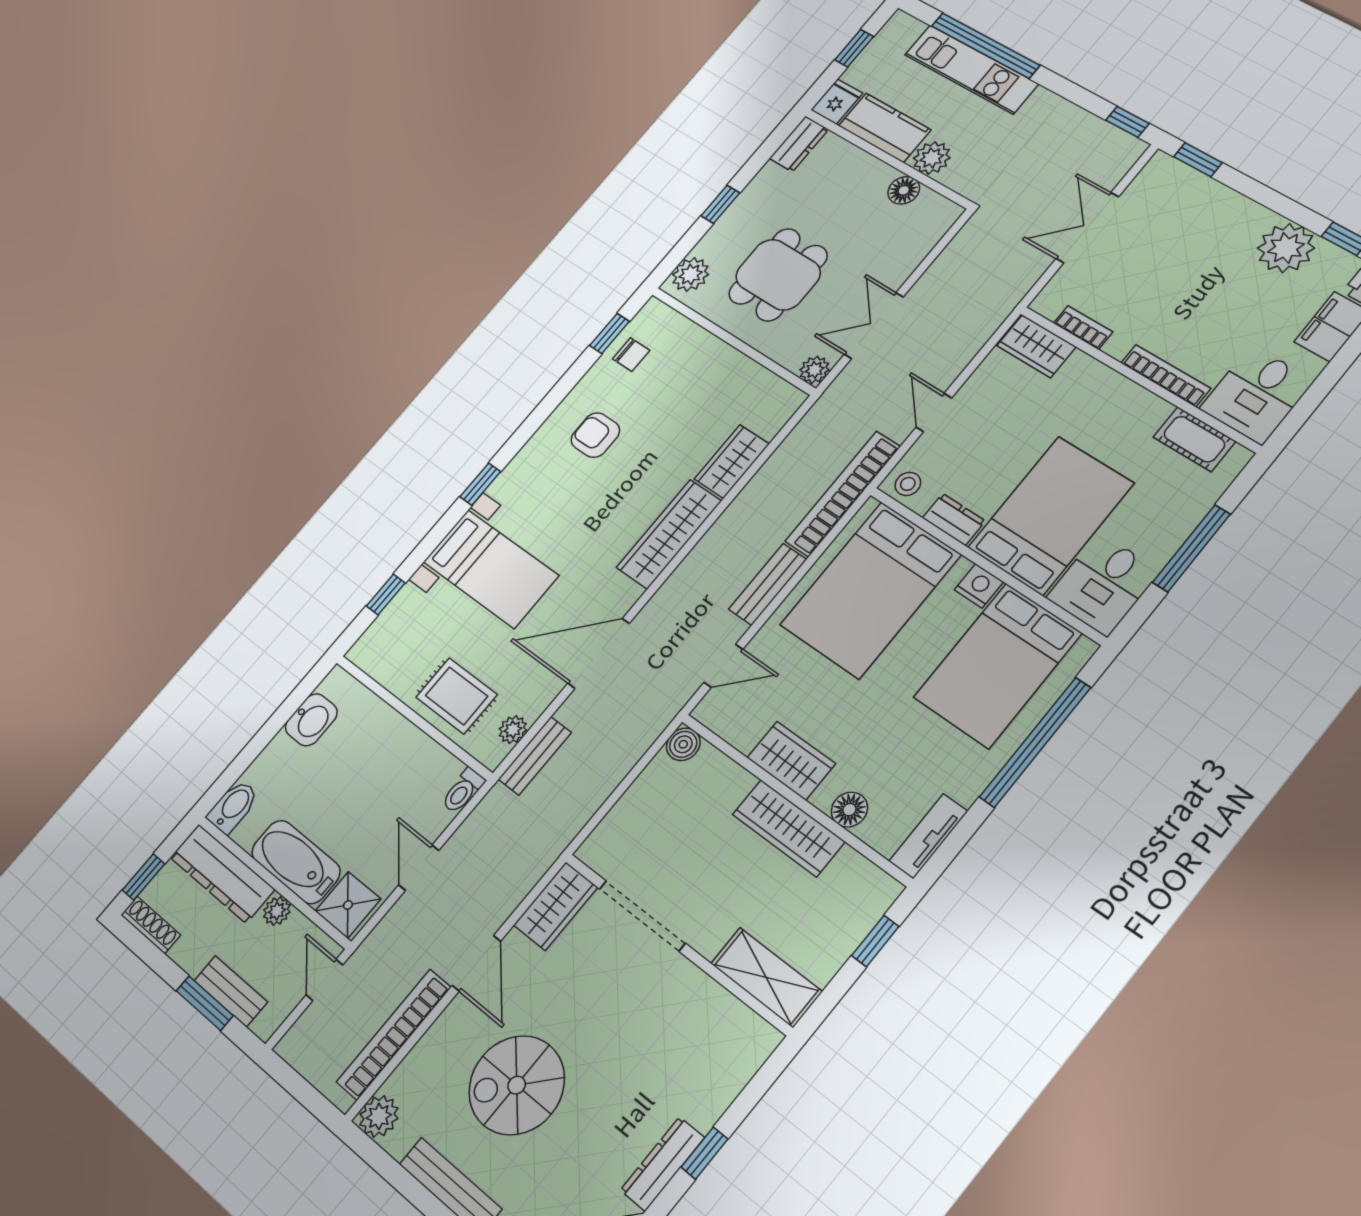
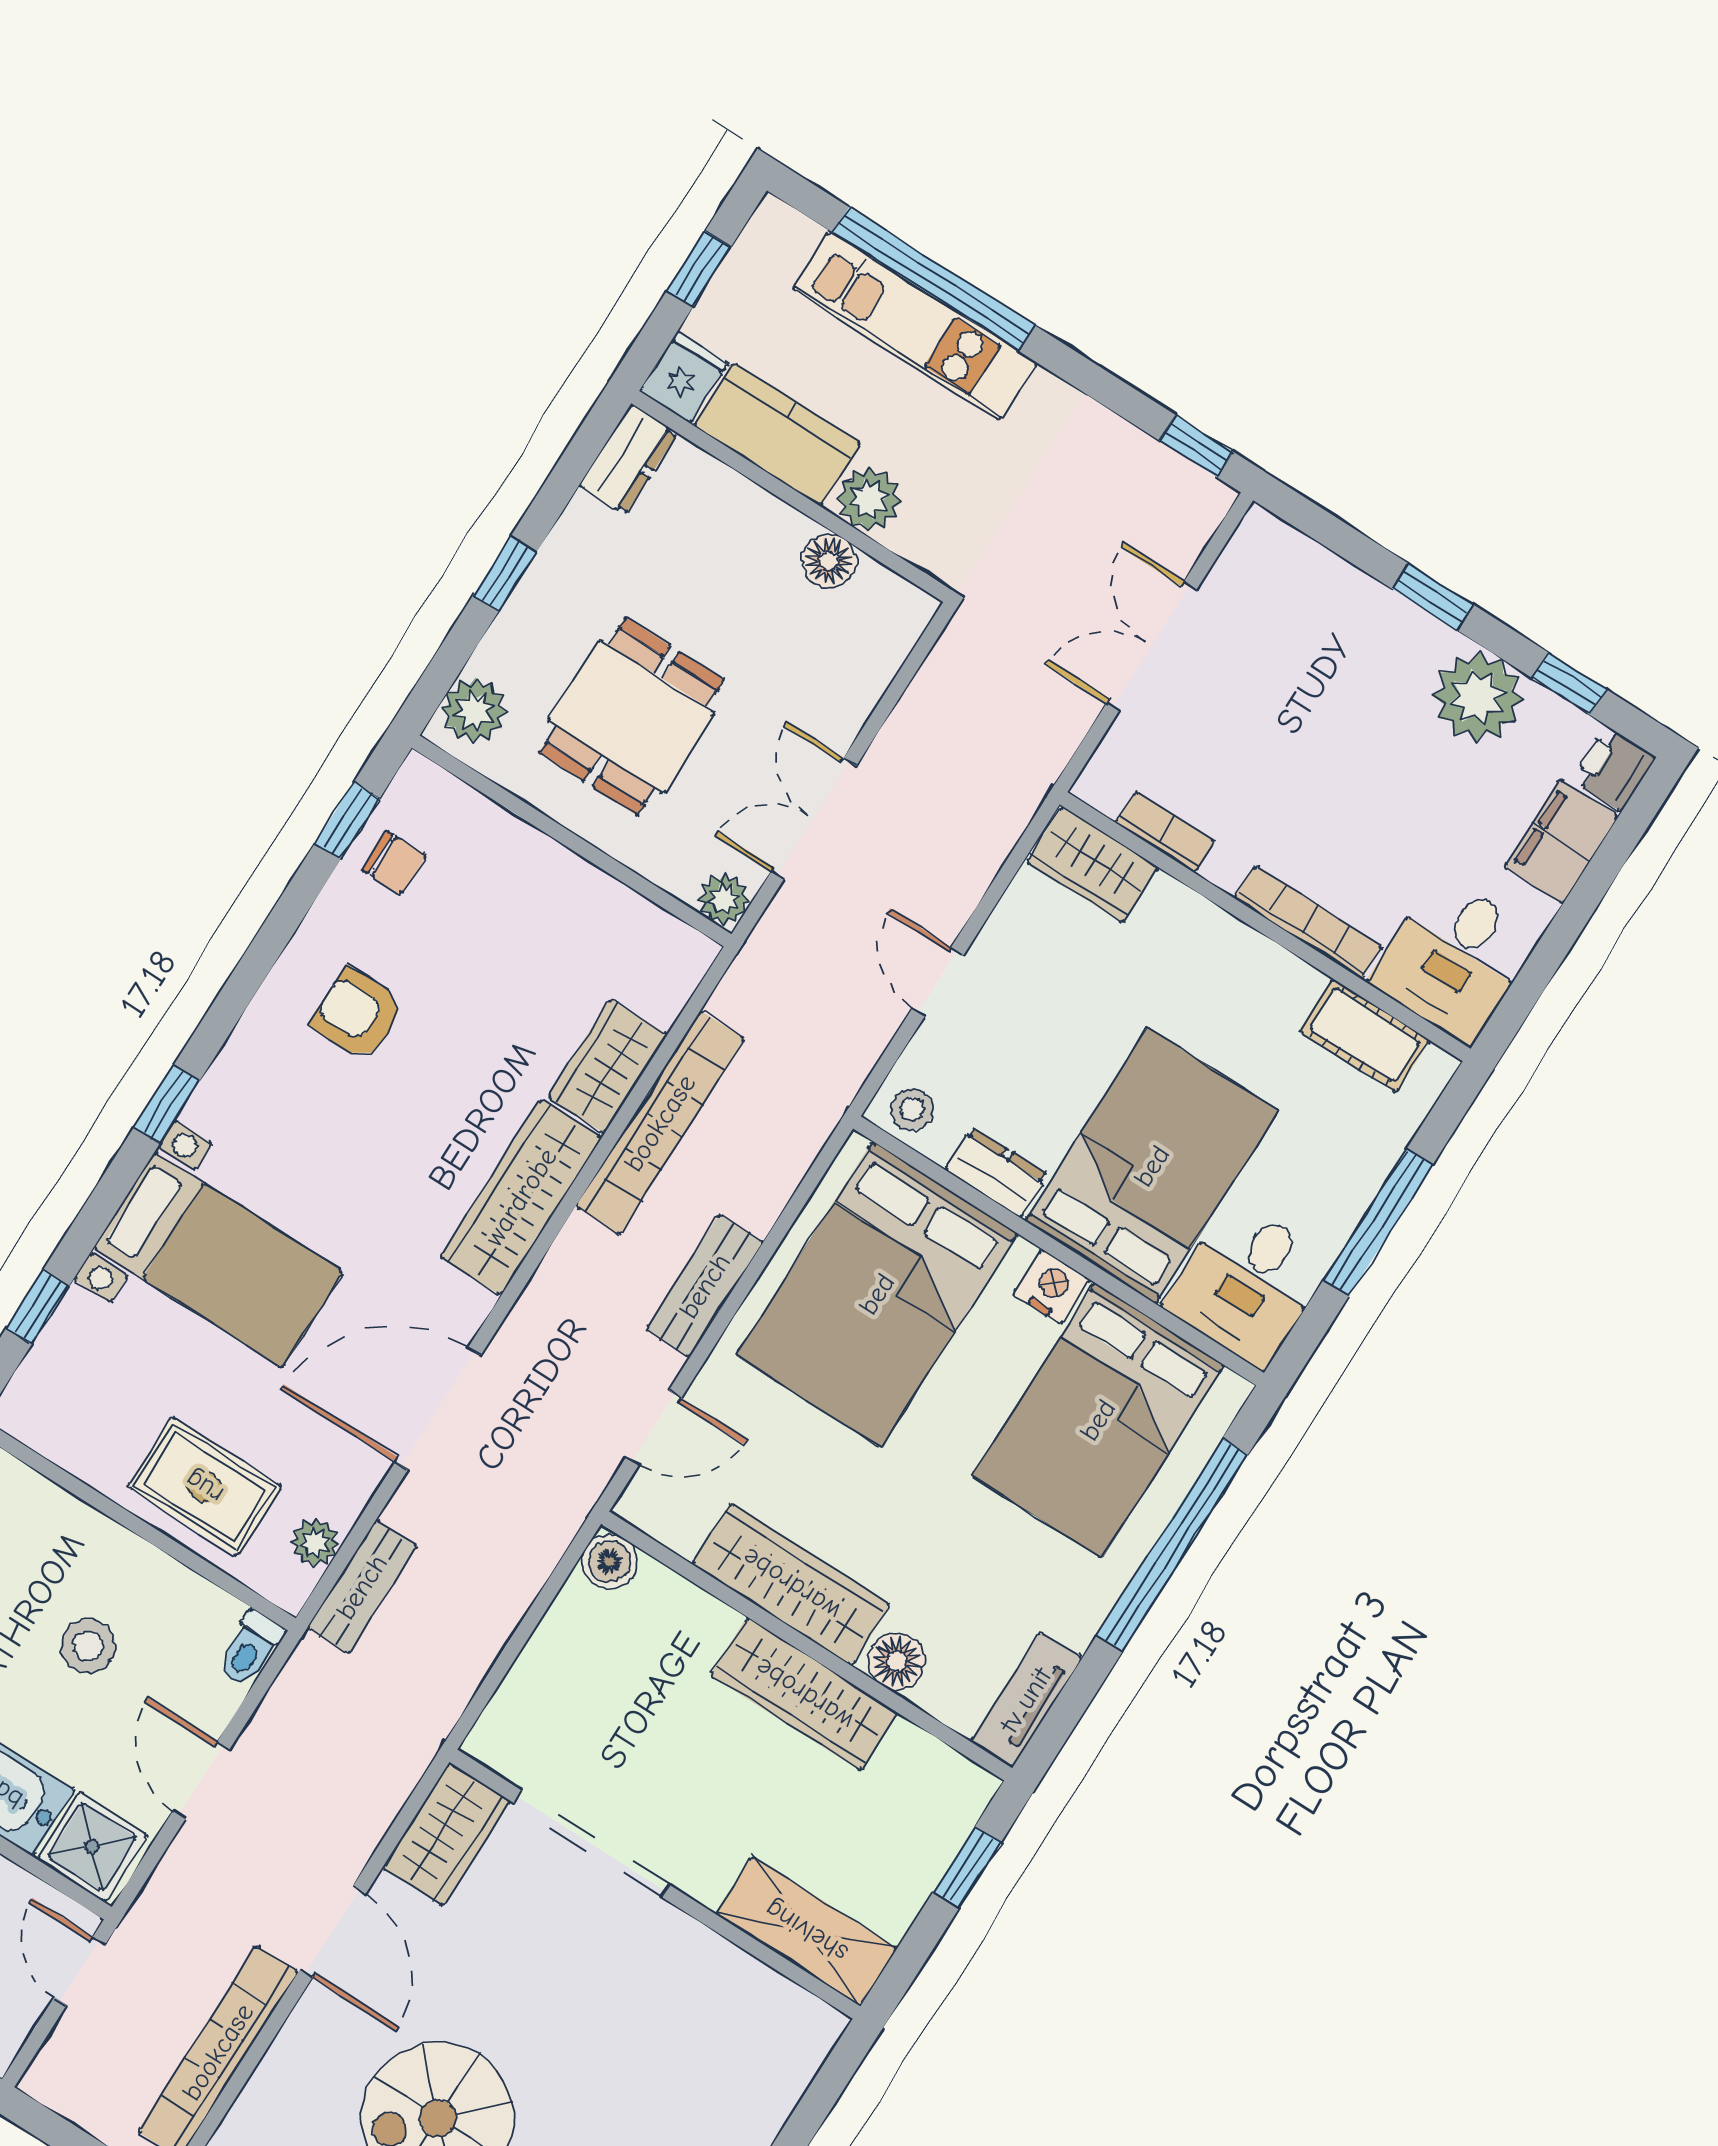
window: (1198, 160) -> (1433, 597), moved
bookcase: (843, 494) -> (660, 1123), moved, turned 180
wardrobe: (791, 761) -> (791, 1584), width x1.50
stool: (372, 786) -> (88, 1646), added

